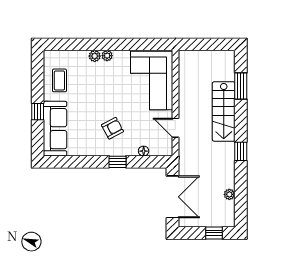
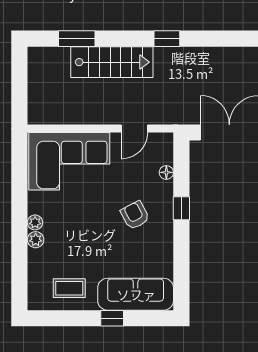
plant: (229, 194) -> (226, 54), removed

